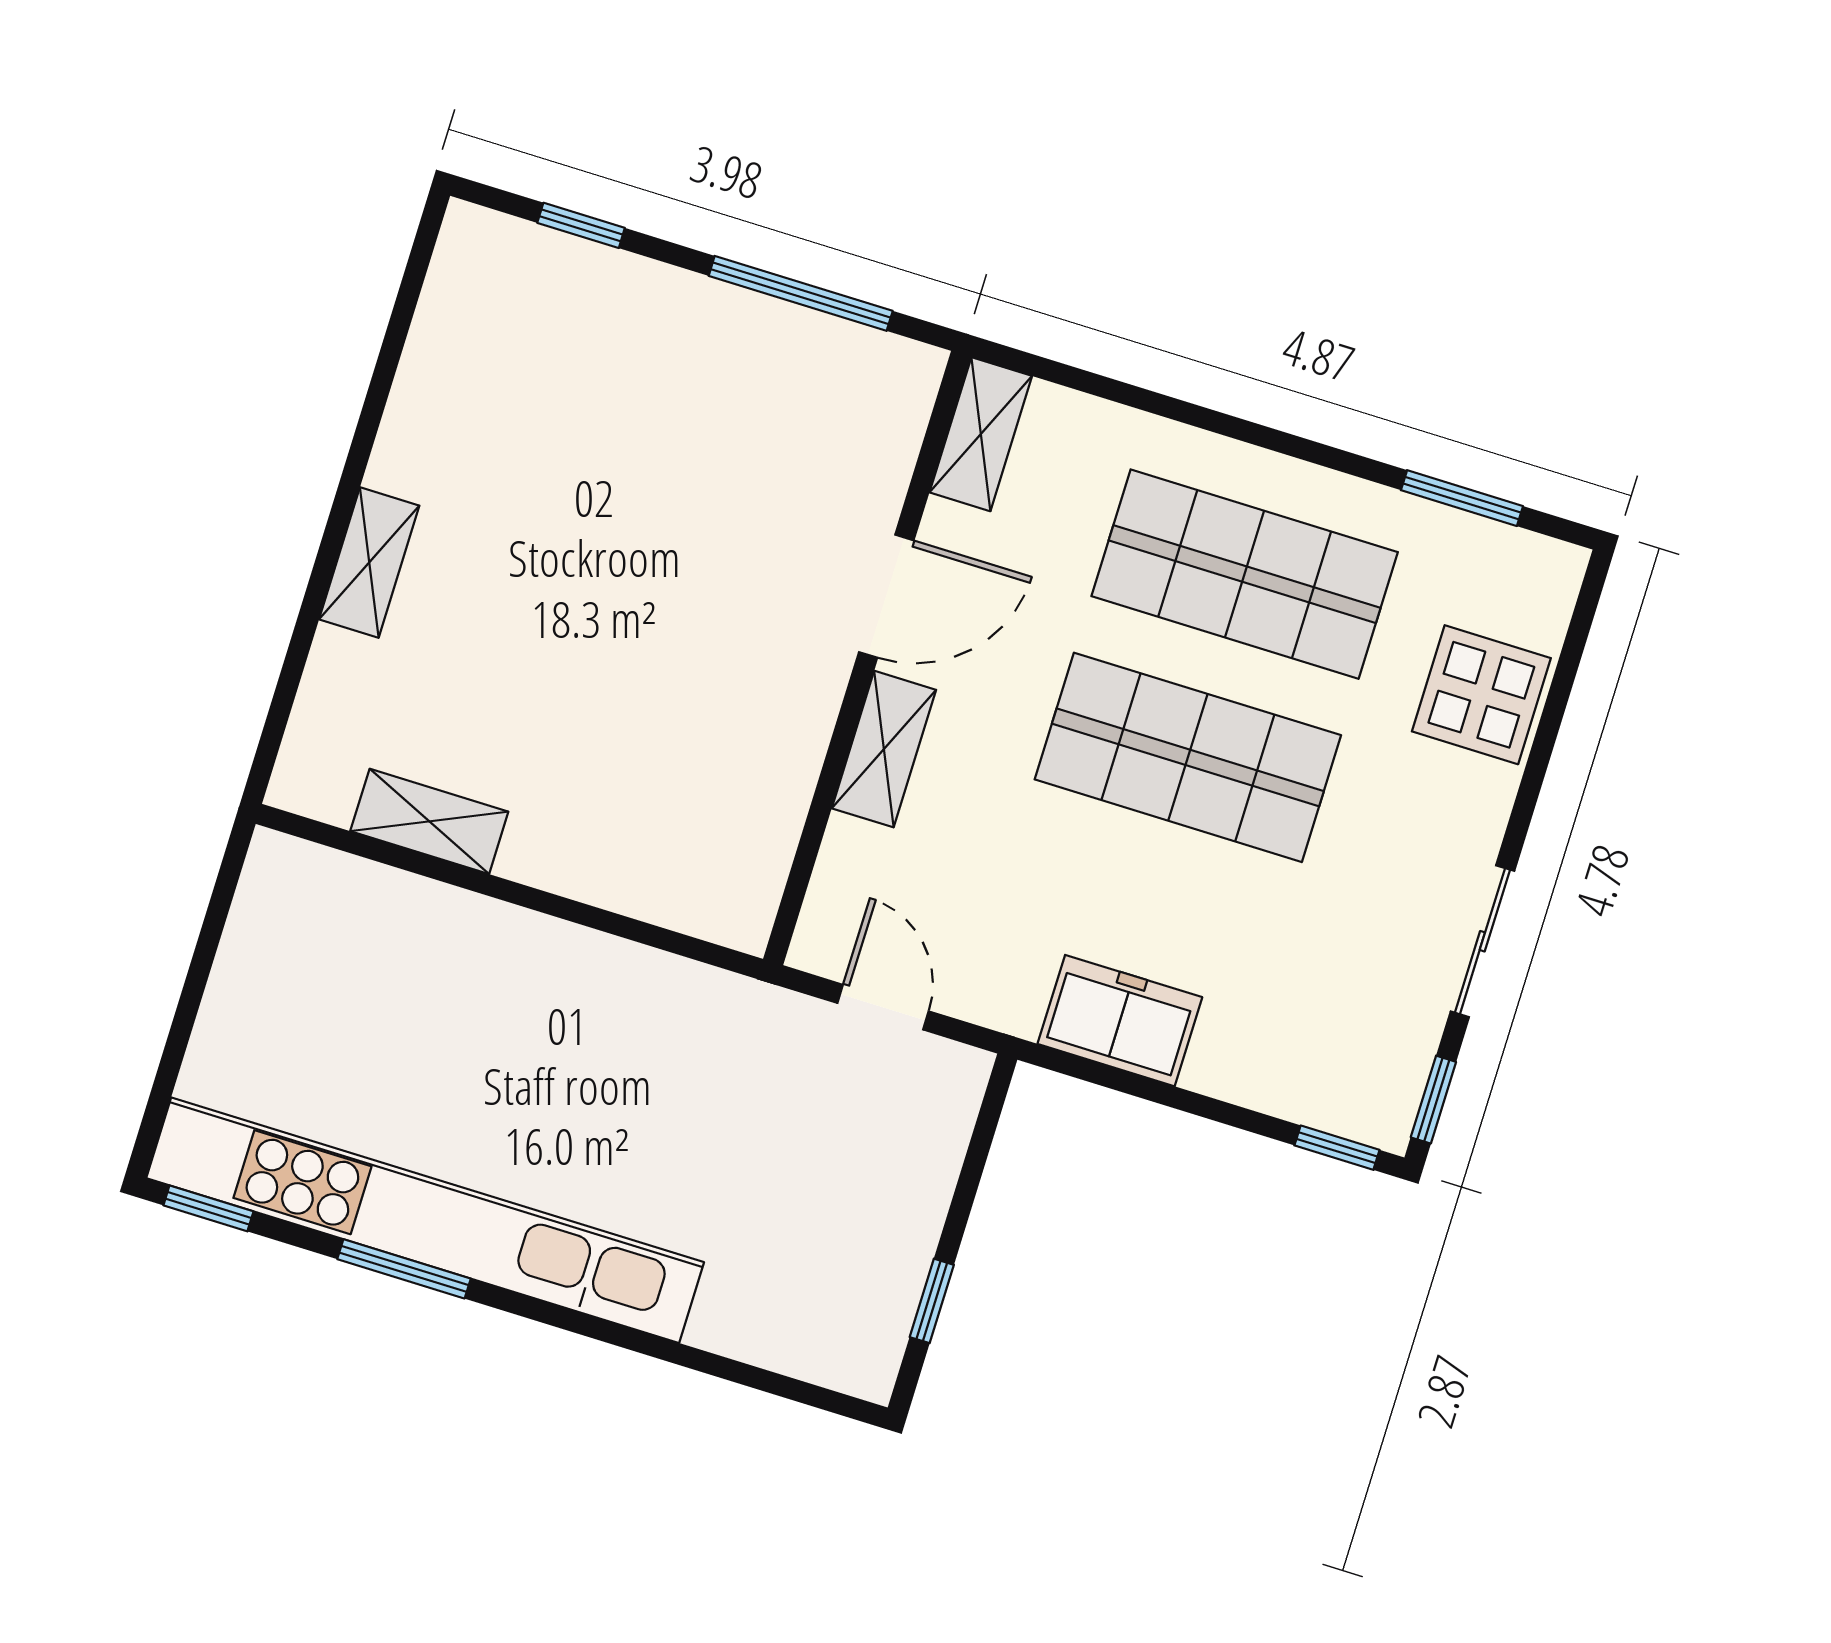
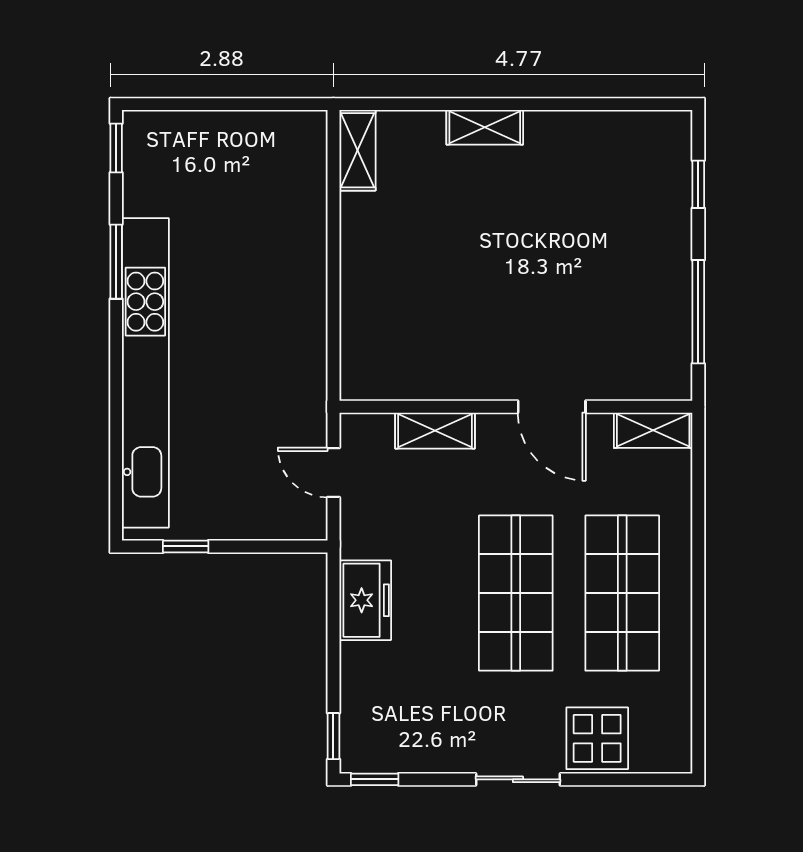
window: (1462, 498) -> (698, 696), removed
shelving: (884, 749) -> (435, 431), moved
shelving: (429, 821) -> (357, 150), moved
sliding door: (1482, 941) -> (518, 779), moved
door: (883, 1007) -> (333, 472), swing flipped
kitchen unit: (425, 1220) -> (145, 373), moved

